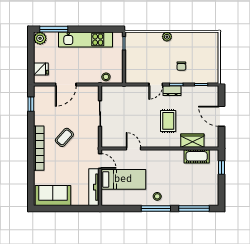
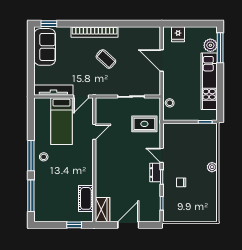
plant: (40, 38) -> (210, 45), moved
window: (31, 104) -> (49, 24), moved
rug: (168, 121) -> (144, 124), moved
wardrobe: (192, 141) -> (102, 210), moved

